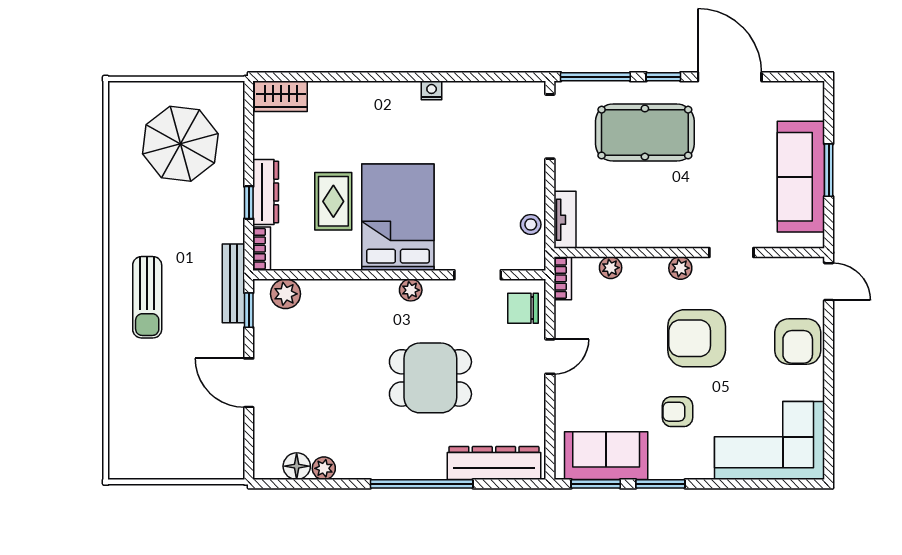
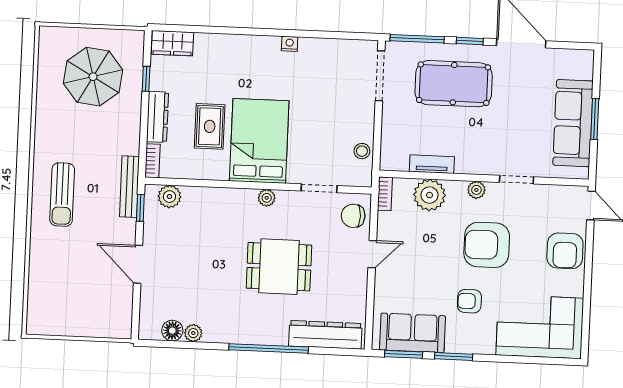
window: (249, 203) -> (146, 79), moved
tv unit: (565, 220) -> (432, 164), moved, turned -90
plant: (611, 268) -> (430, 195), width x1.88, depth x1.88

